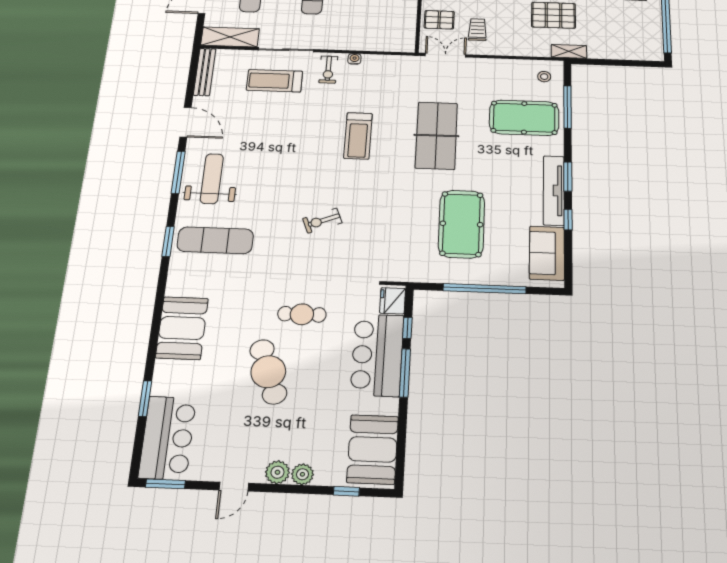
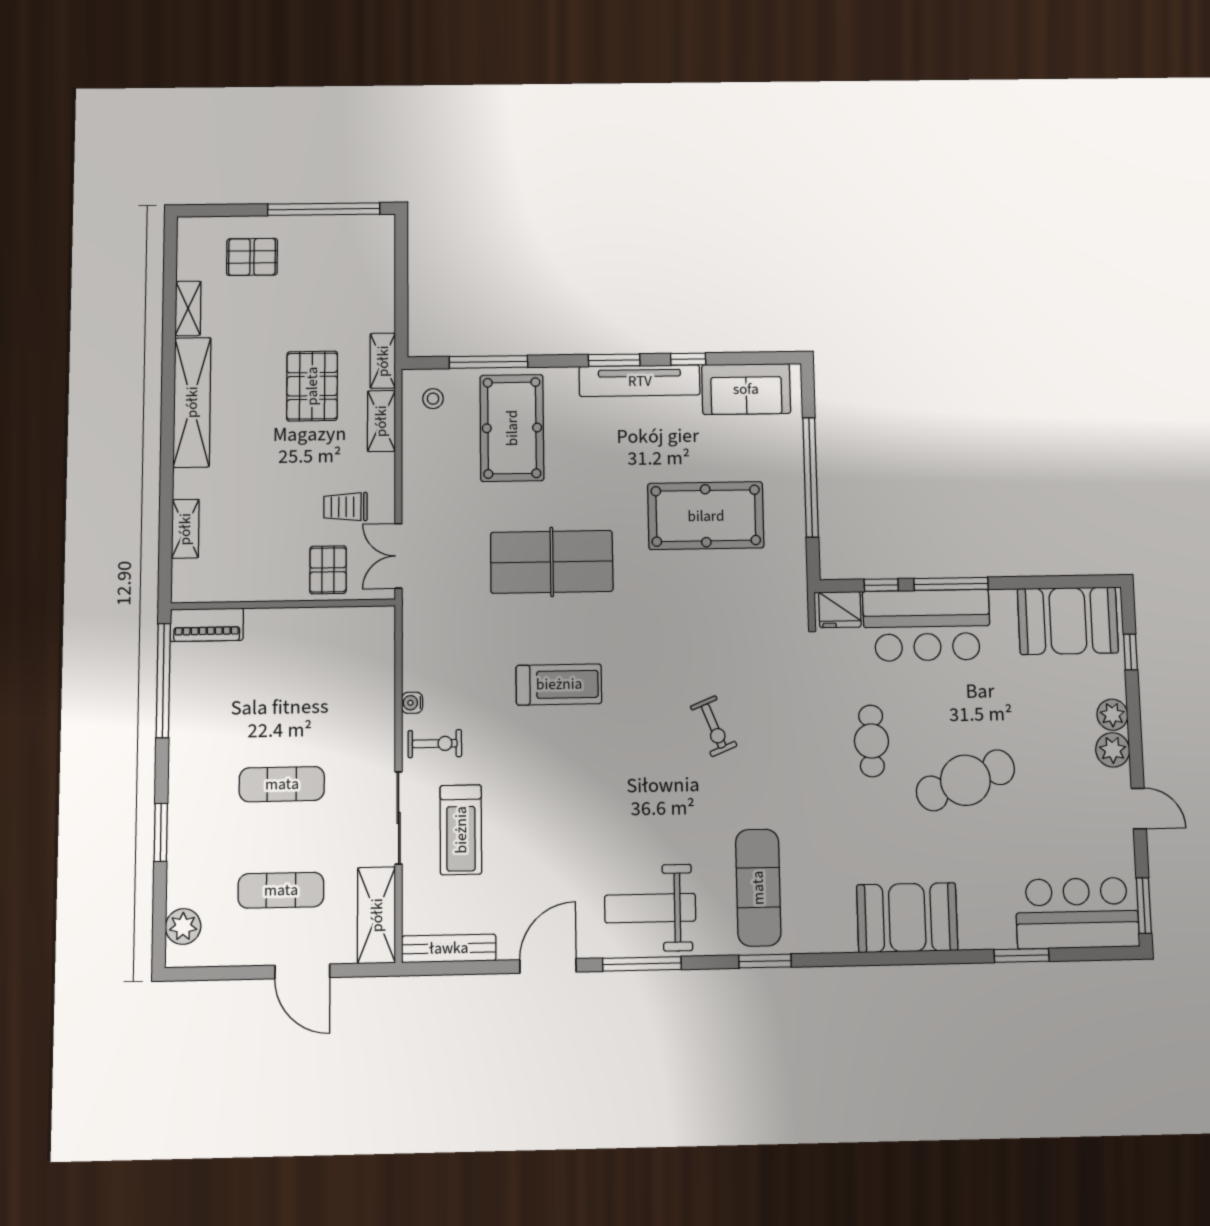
shelving: (531, 49) -> (381, 421), added

